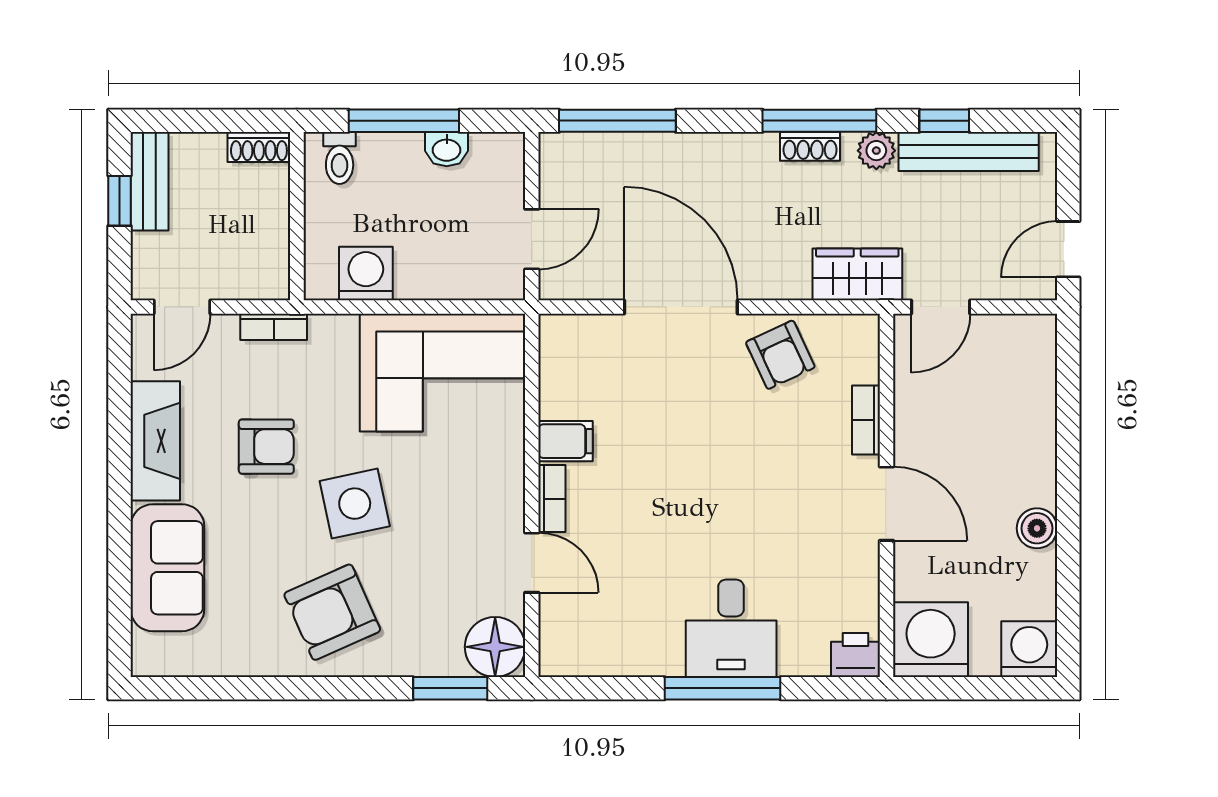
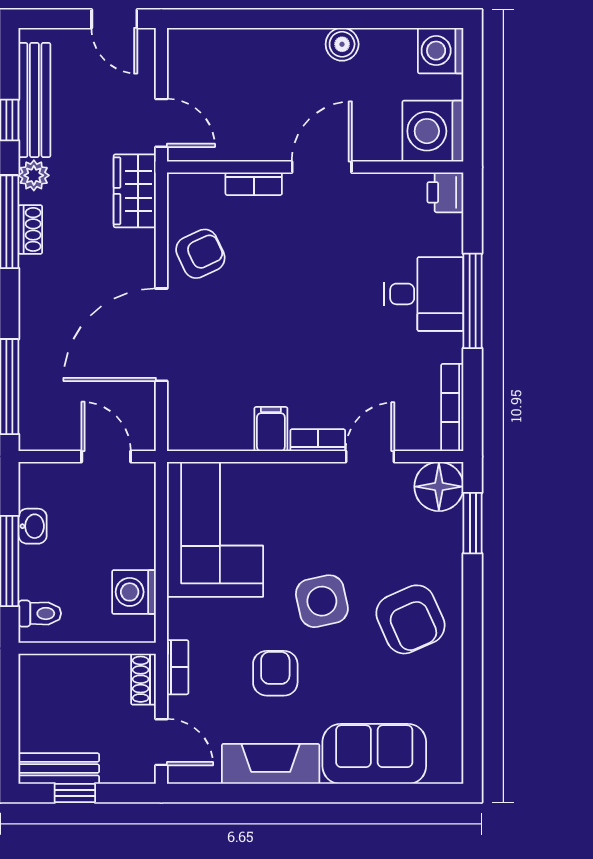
shoe rack: (259, 147) -> (144, 679), moved, turned 180
bookcase: (592, 663) -> (452, 407), added

